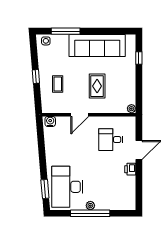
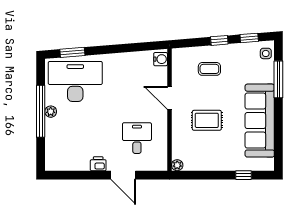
window: (34, 54) -> (249, 38), added

